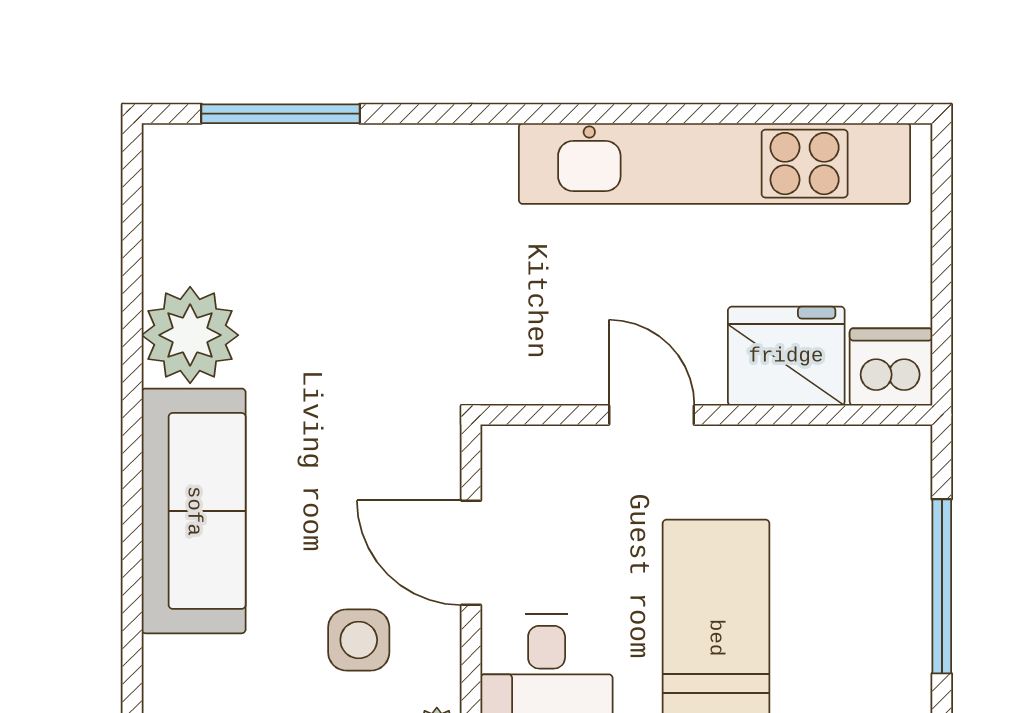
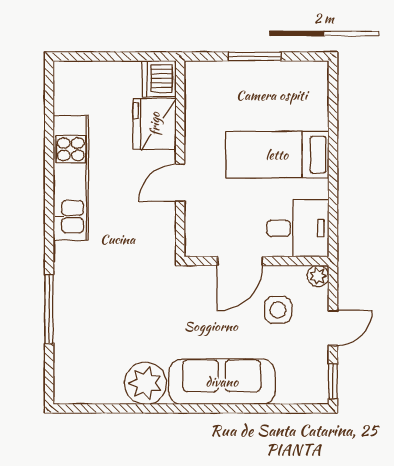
window: (280, 114) -> (49, 309), moved
kitchen unit: (715, 164) -> (71, 178), width x0.73
window: (942, 586) -> (255, 56), width x0.69

